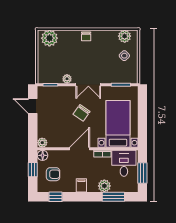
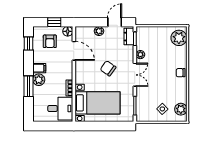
double door: (88, 85) -> (135, 75), swing flipped
dresser: (48, 91) -> (129, 37), added
plant: (42, 143) -> (99, 31), moved
door: (80, 149) -> (74, 51), moved
window: (142, 173) -> (51, 126), removed
plant: (104, 186) -> (39, 80), moved
window: (113, 197) -> (28, 86), moved

